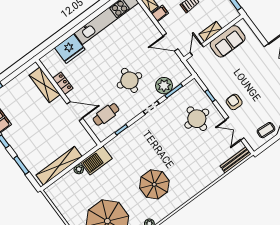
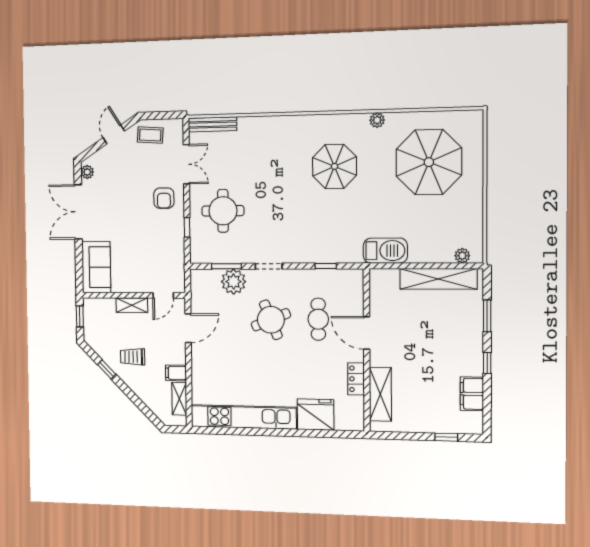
sofa: (228, 41) -> (96, 267), moved, turned 90
door: (171, 42) -> (188, 328), hinge flipped
round table: (129, 80) -> (271, 320), turned -31
cafe table: (106, 114) -> (318, 319), moved, turned 90
plant: (79, 169) -> (462, 256), moved

